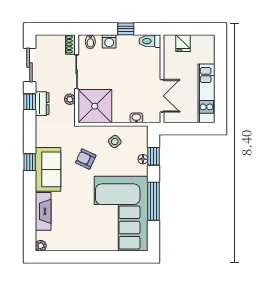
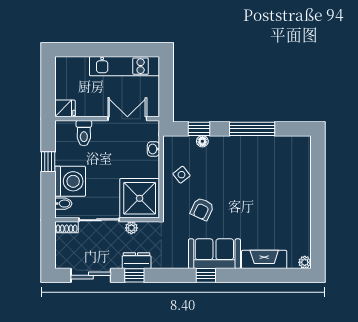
washing machine: (109, 41) -> (70, 181), width x1.89, depth x1.89
toilet: (150, 41) -> (84, 133), moved
fridge: (183, 43) -> (65, 108), moved
corner sofa: (121, 214) -> (267, 167), removed

